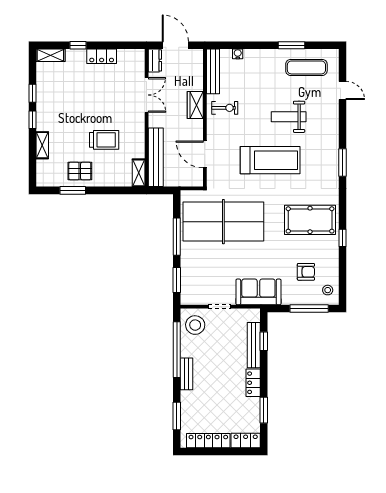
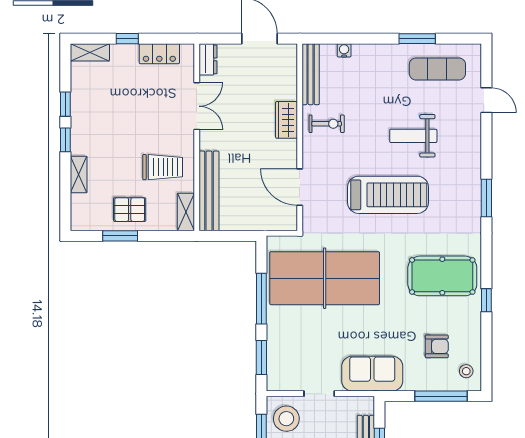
dresser: (155, 60) -> (208, 59), moved
double door: (147, 95) -> (197, 106), moved
wall: (147, 118) -> (197, 137), moved
bench: (156, 157) -> (209, 191), moved
shelving: (139, 173) -> (186, 212), moved

